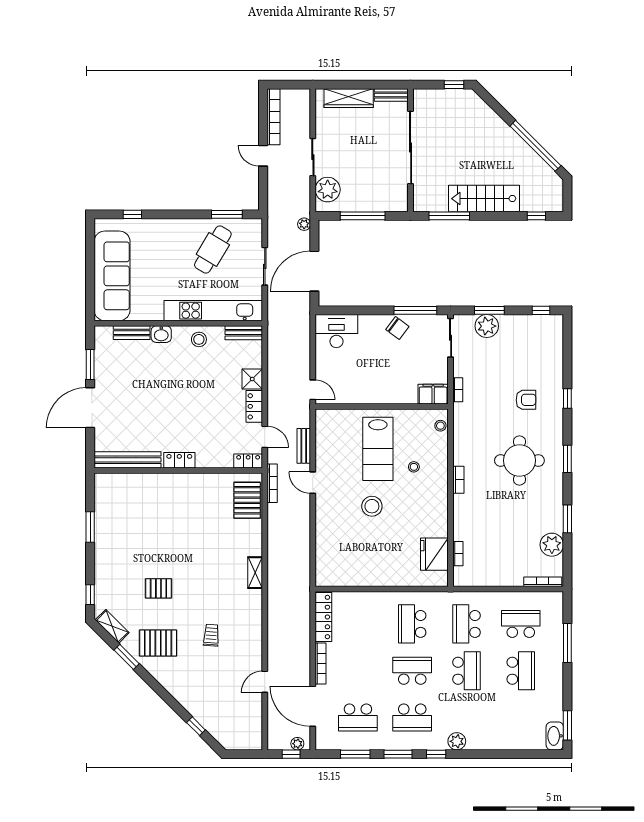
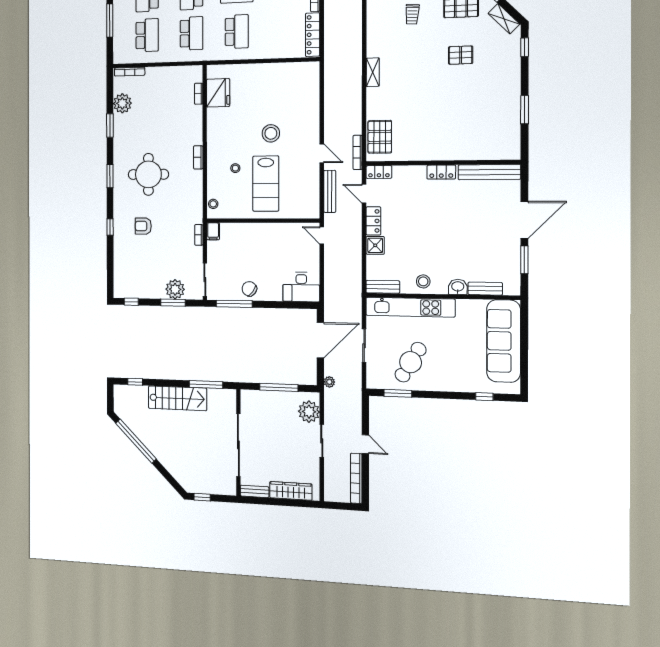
filing cabinet: (433, 394) -> (213, 231), width x0.50
bench: (304, 446) -> (330, 191), width x1.36
lab bench: (378, 449) -> (266, 184), turned 180
school desk: (521, 624) -> (147, 35), turned -90

